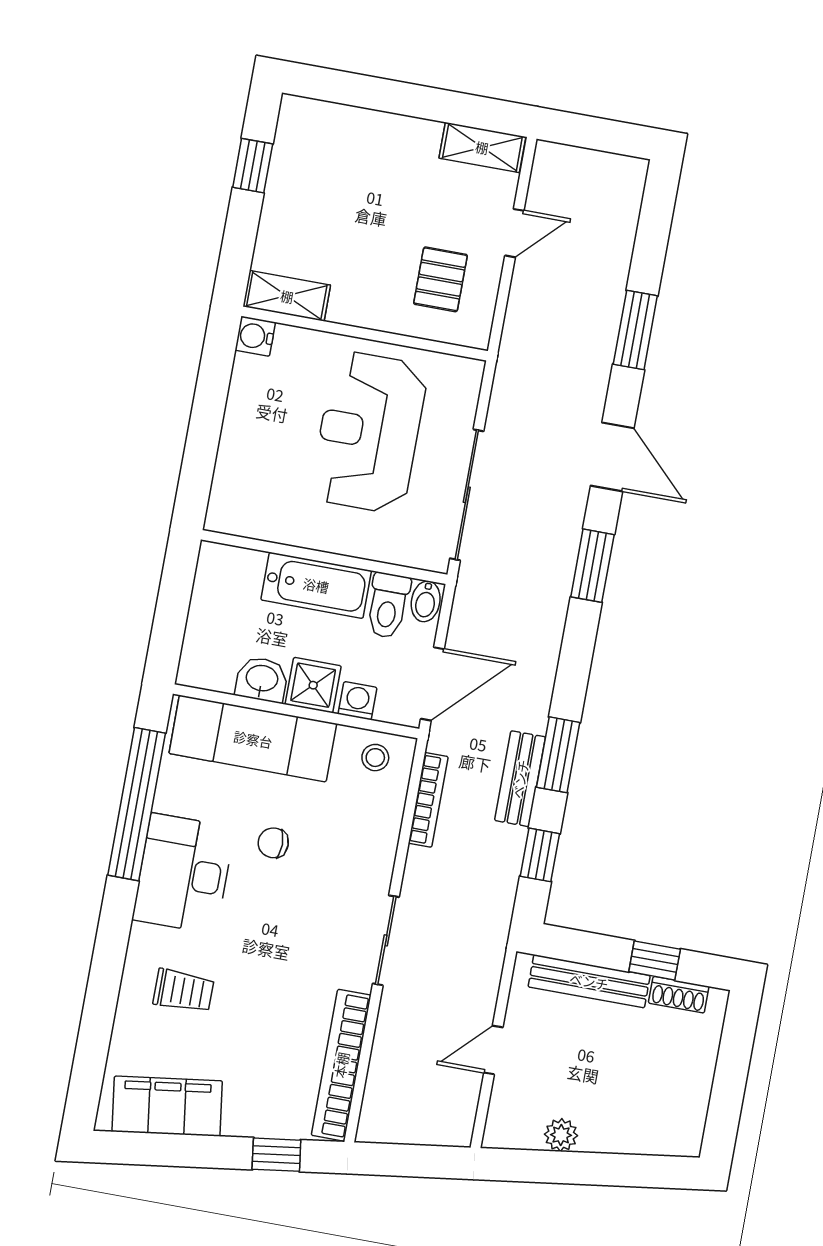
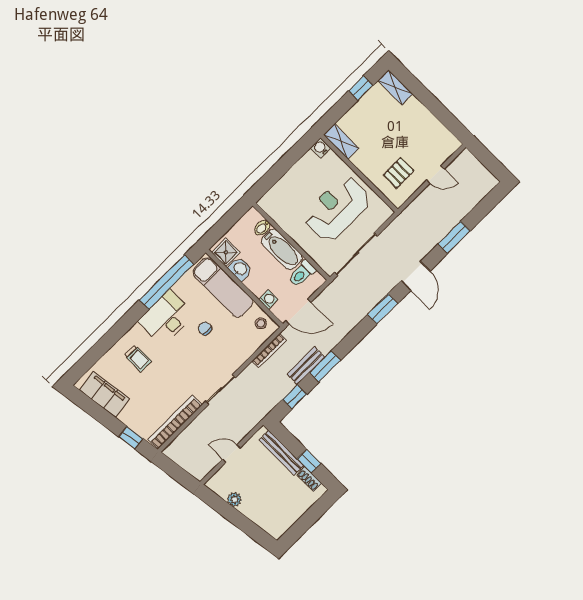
shelving: (482, 147) -> (395, 87), moved
bidet: (426, 601) -> (262, 228), moved
shower: (313, 685) -> (226, 252), moved

